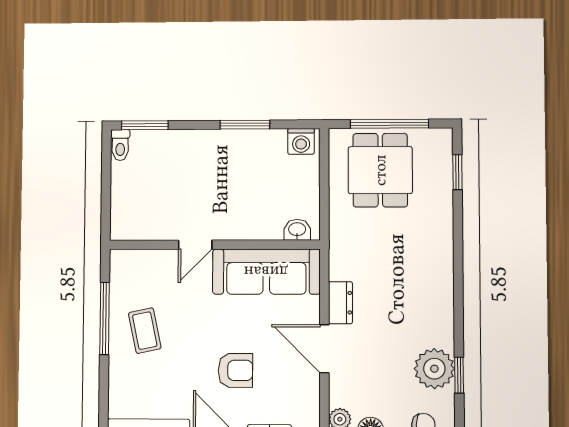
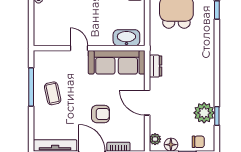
washbasin: (297, 230) -> (126, 38), width x1.91, depth x1.45
door: (195, 245) -> (79, 48), swing flipped
dresser: (340, 303) -> (155, 66), moved

